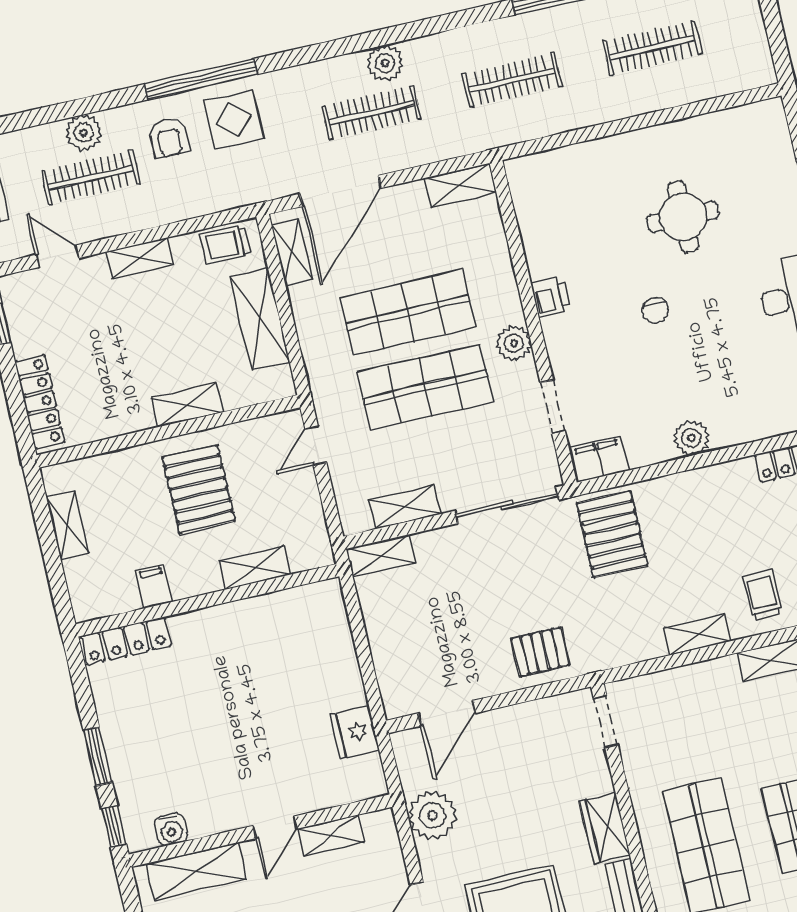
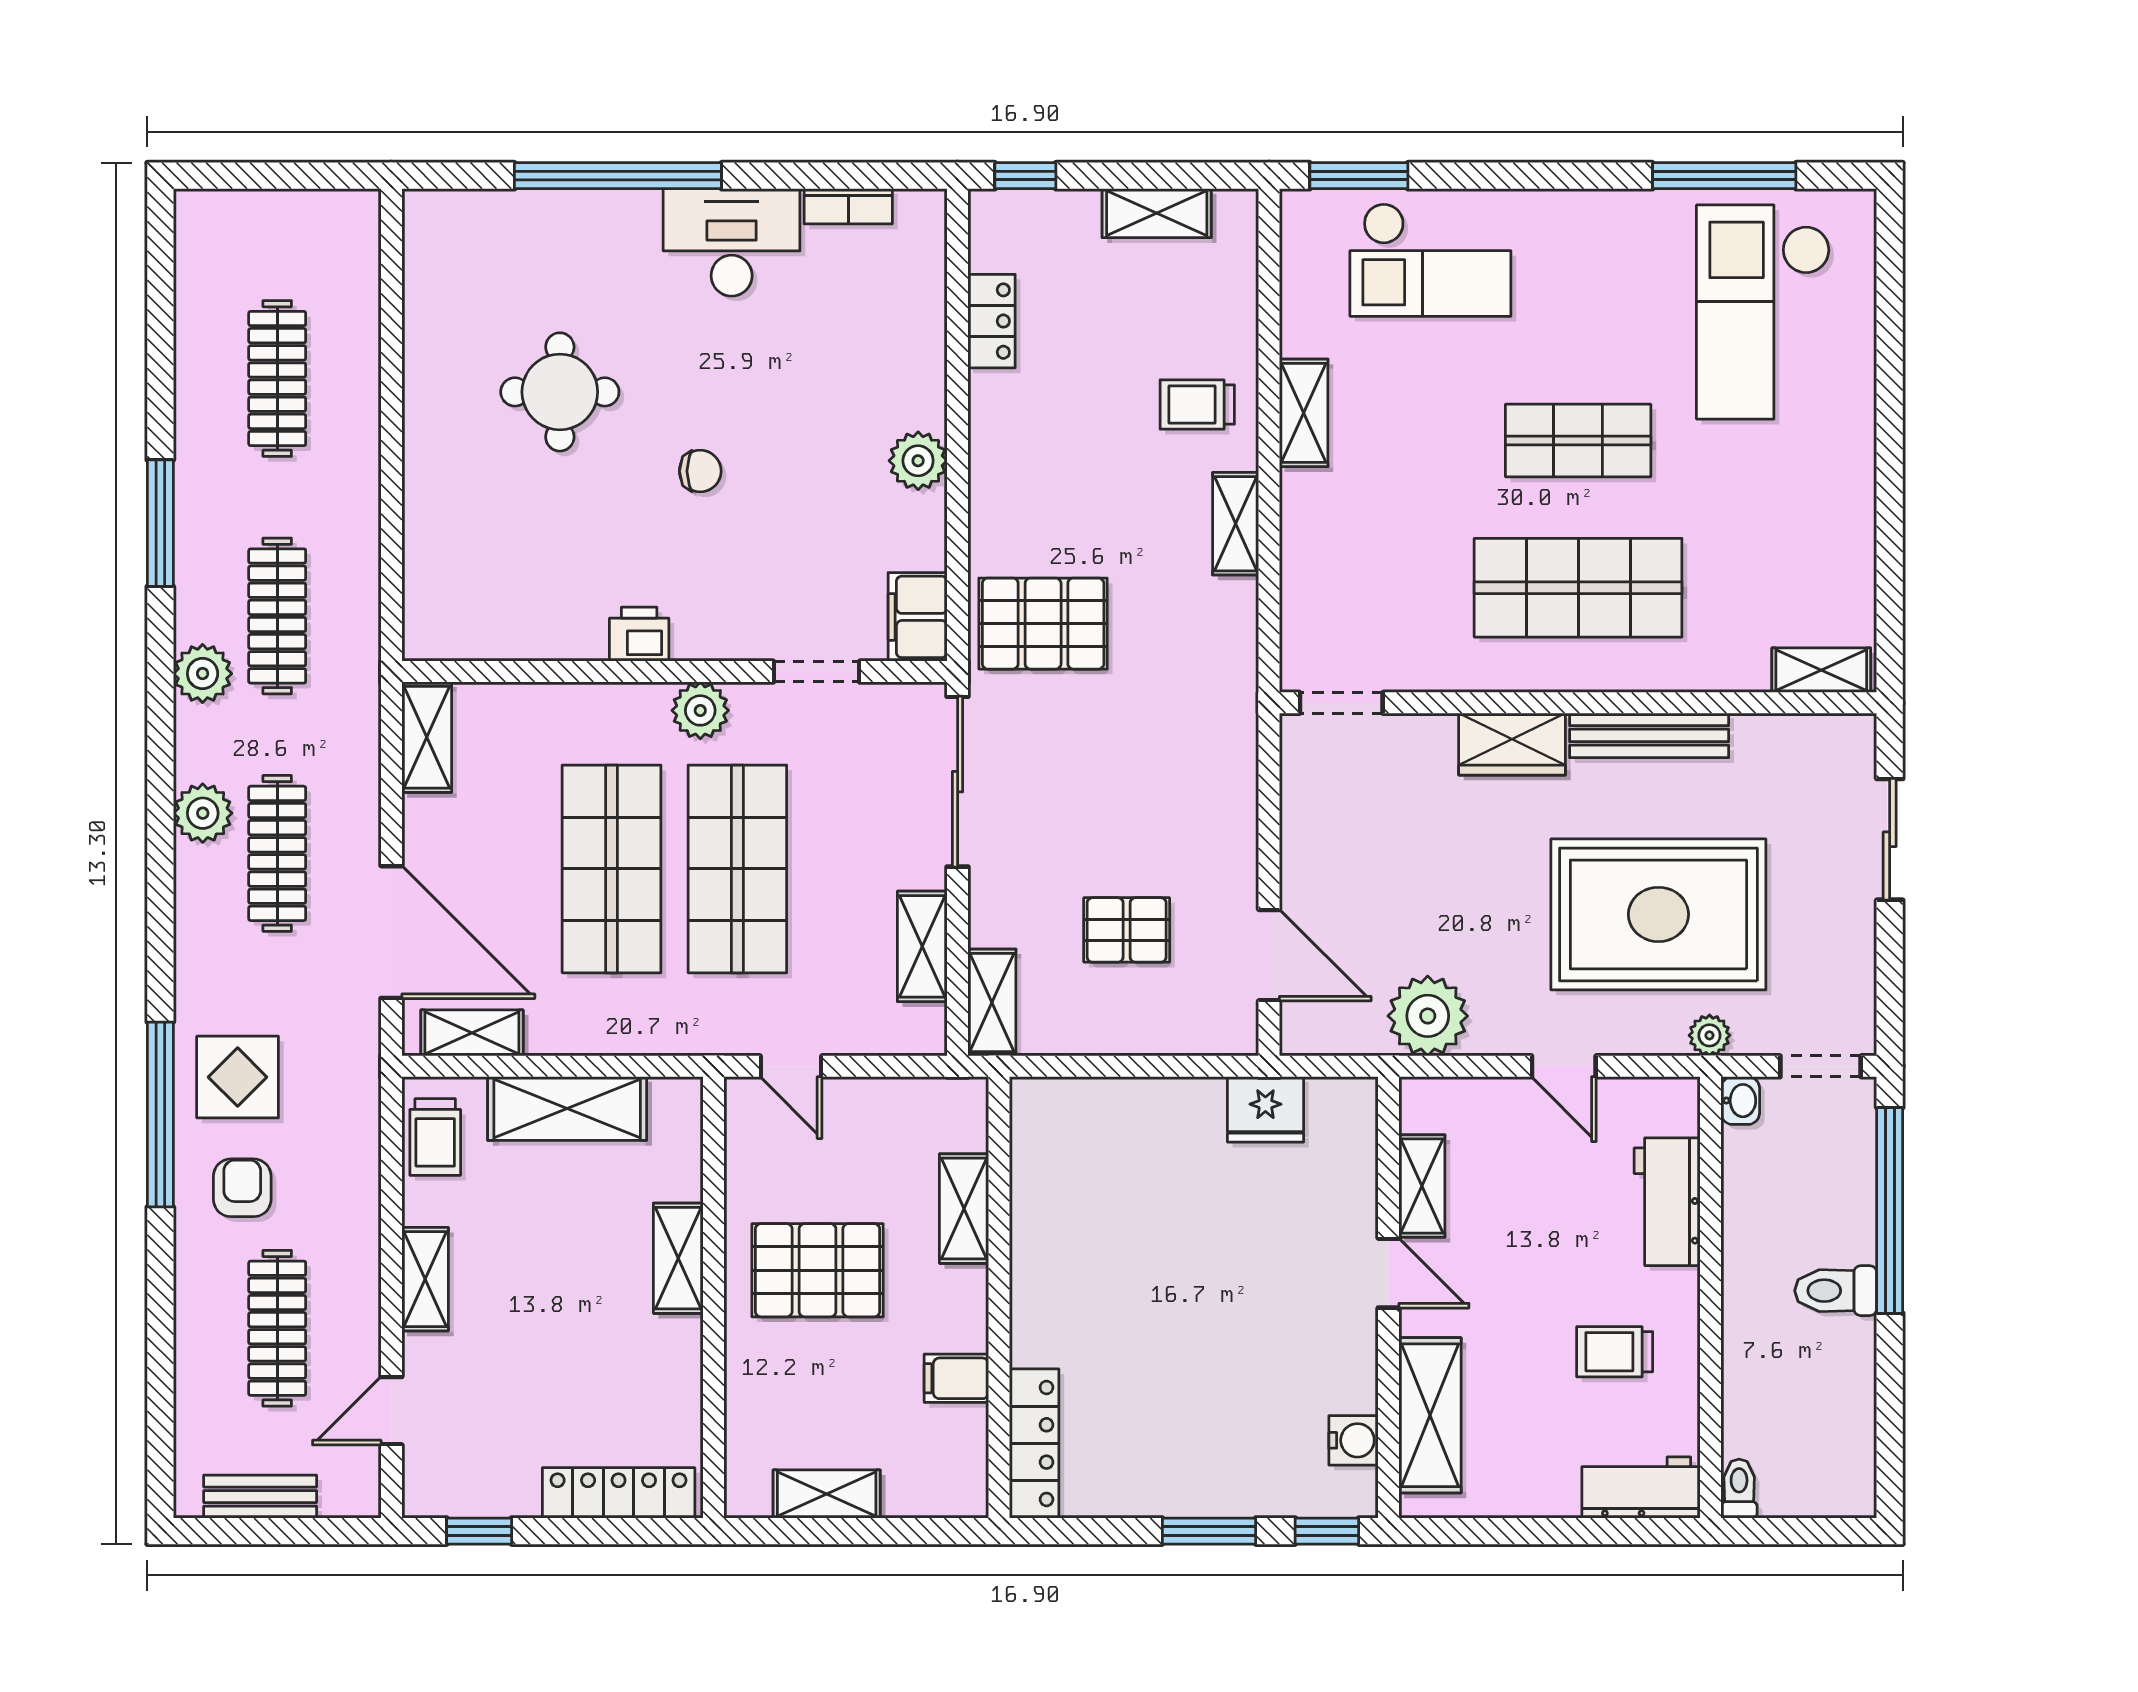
plant: (84, 133) -> (203, 674), moved
armchair: (169, 138) -> (242, 1188), turned -90
pallet: (540, 652) -> (1127, 930), moved, turned 90

